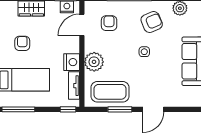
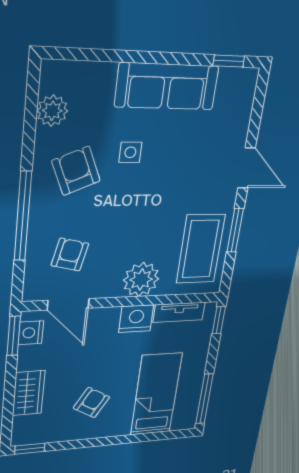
armchair: (109, 23) -> (70, 255), turned 103
armchair: (22, 43) -> (91, 403), turned 120
side table: (144, 52) -> (130, 152), moved

